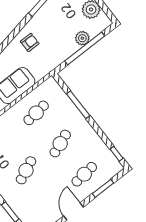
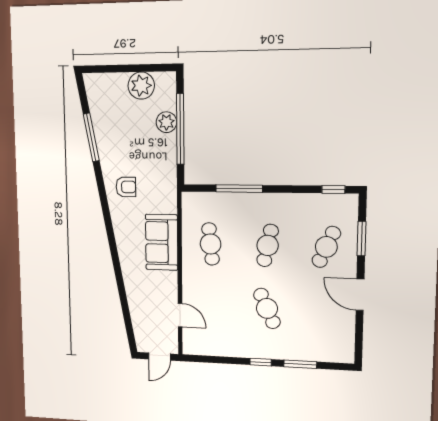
armchair: (30, 42) -> (126, 187), turned 90
cafe table: (60, 144) -> (268, 245), turned 33
cafe table: (84, 174) -> (326, 247), turned 30

